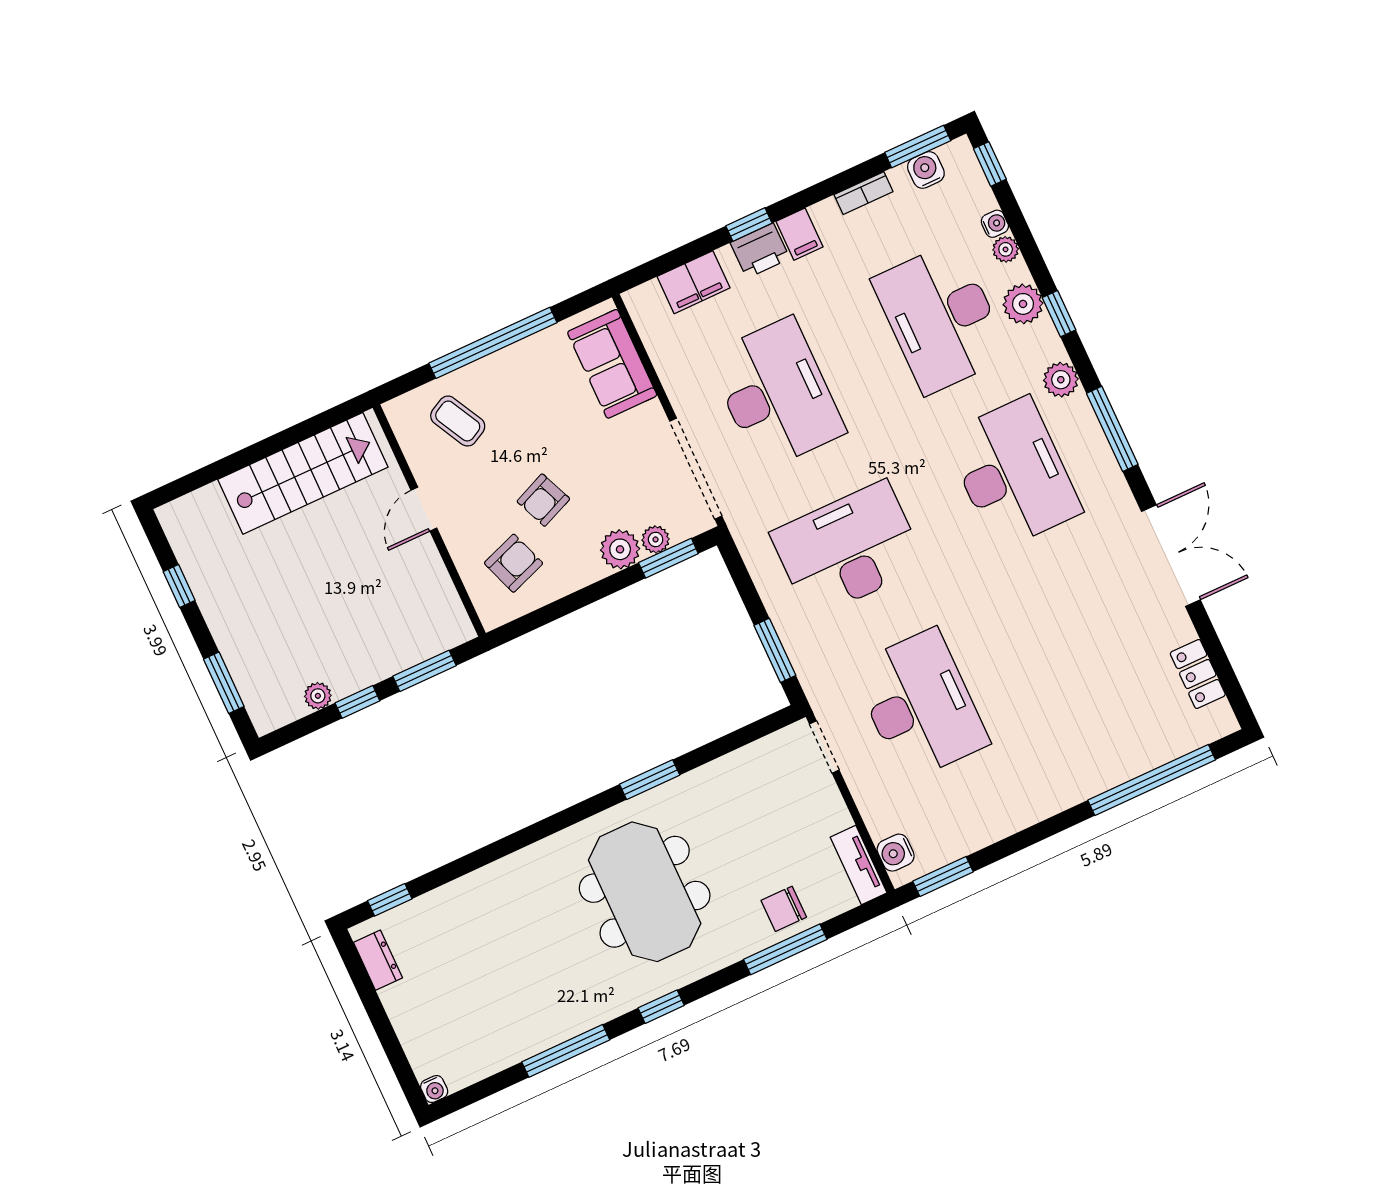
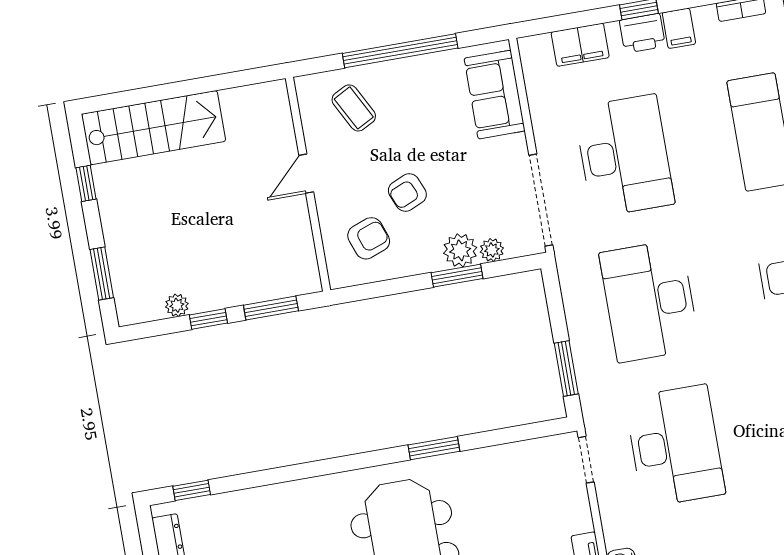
stairs: (303, 473) -> (154, 128), moved
desk: (848, 549) -> (650, 301), turned -90
window: (668, 558) -> (457, 276), moved

